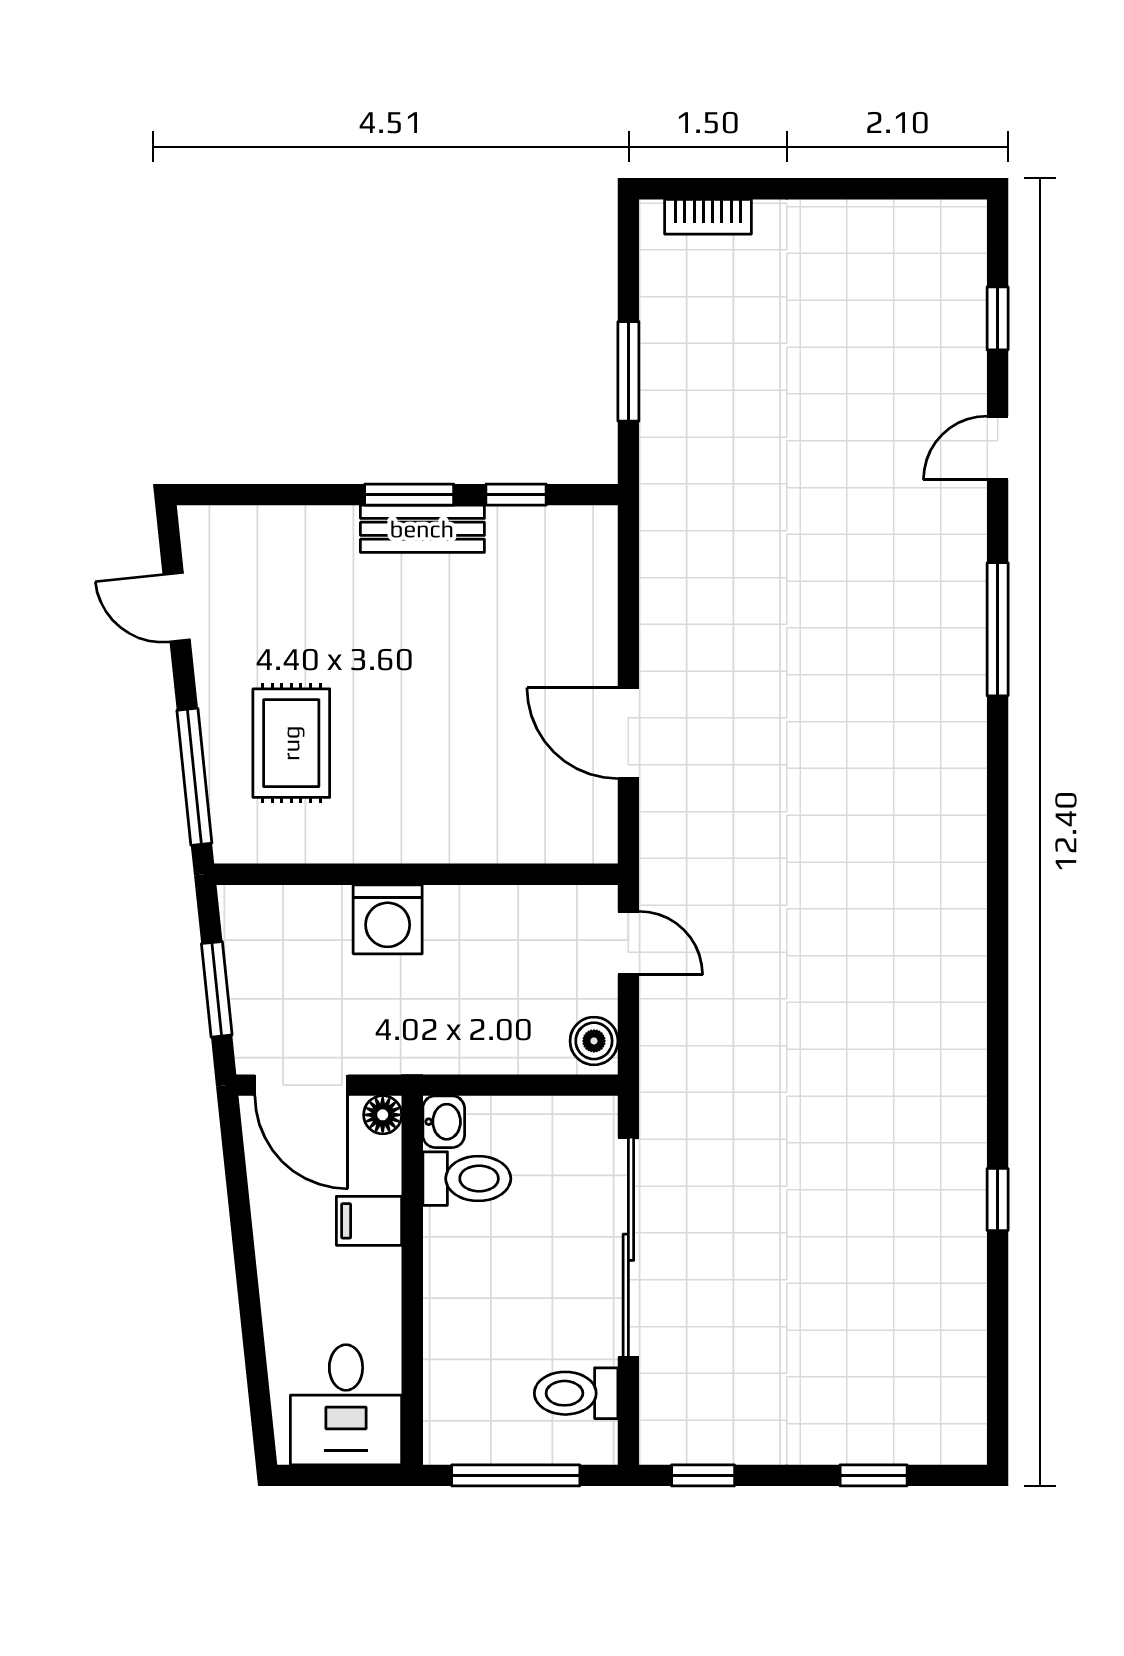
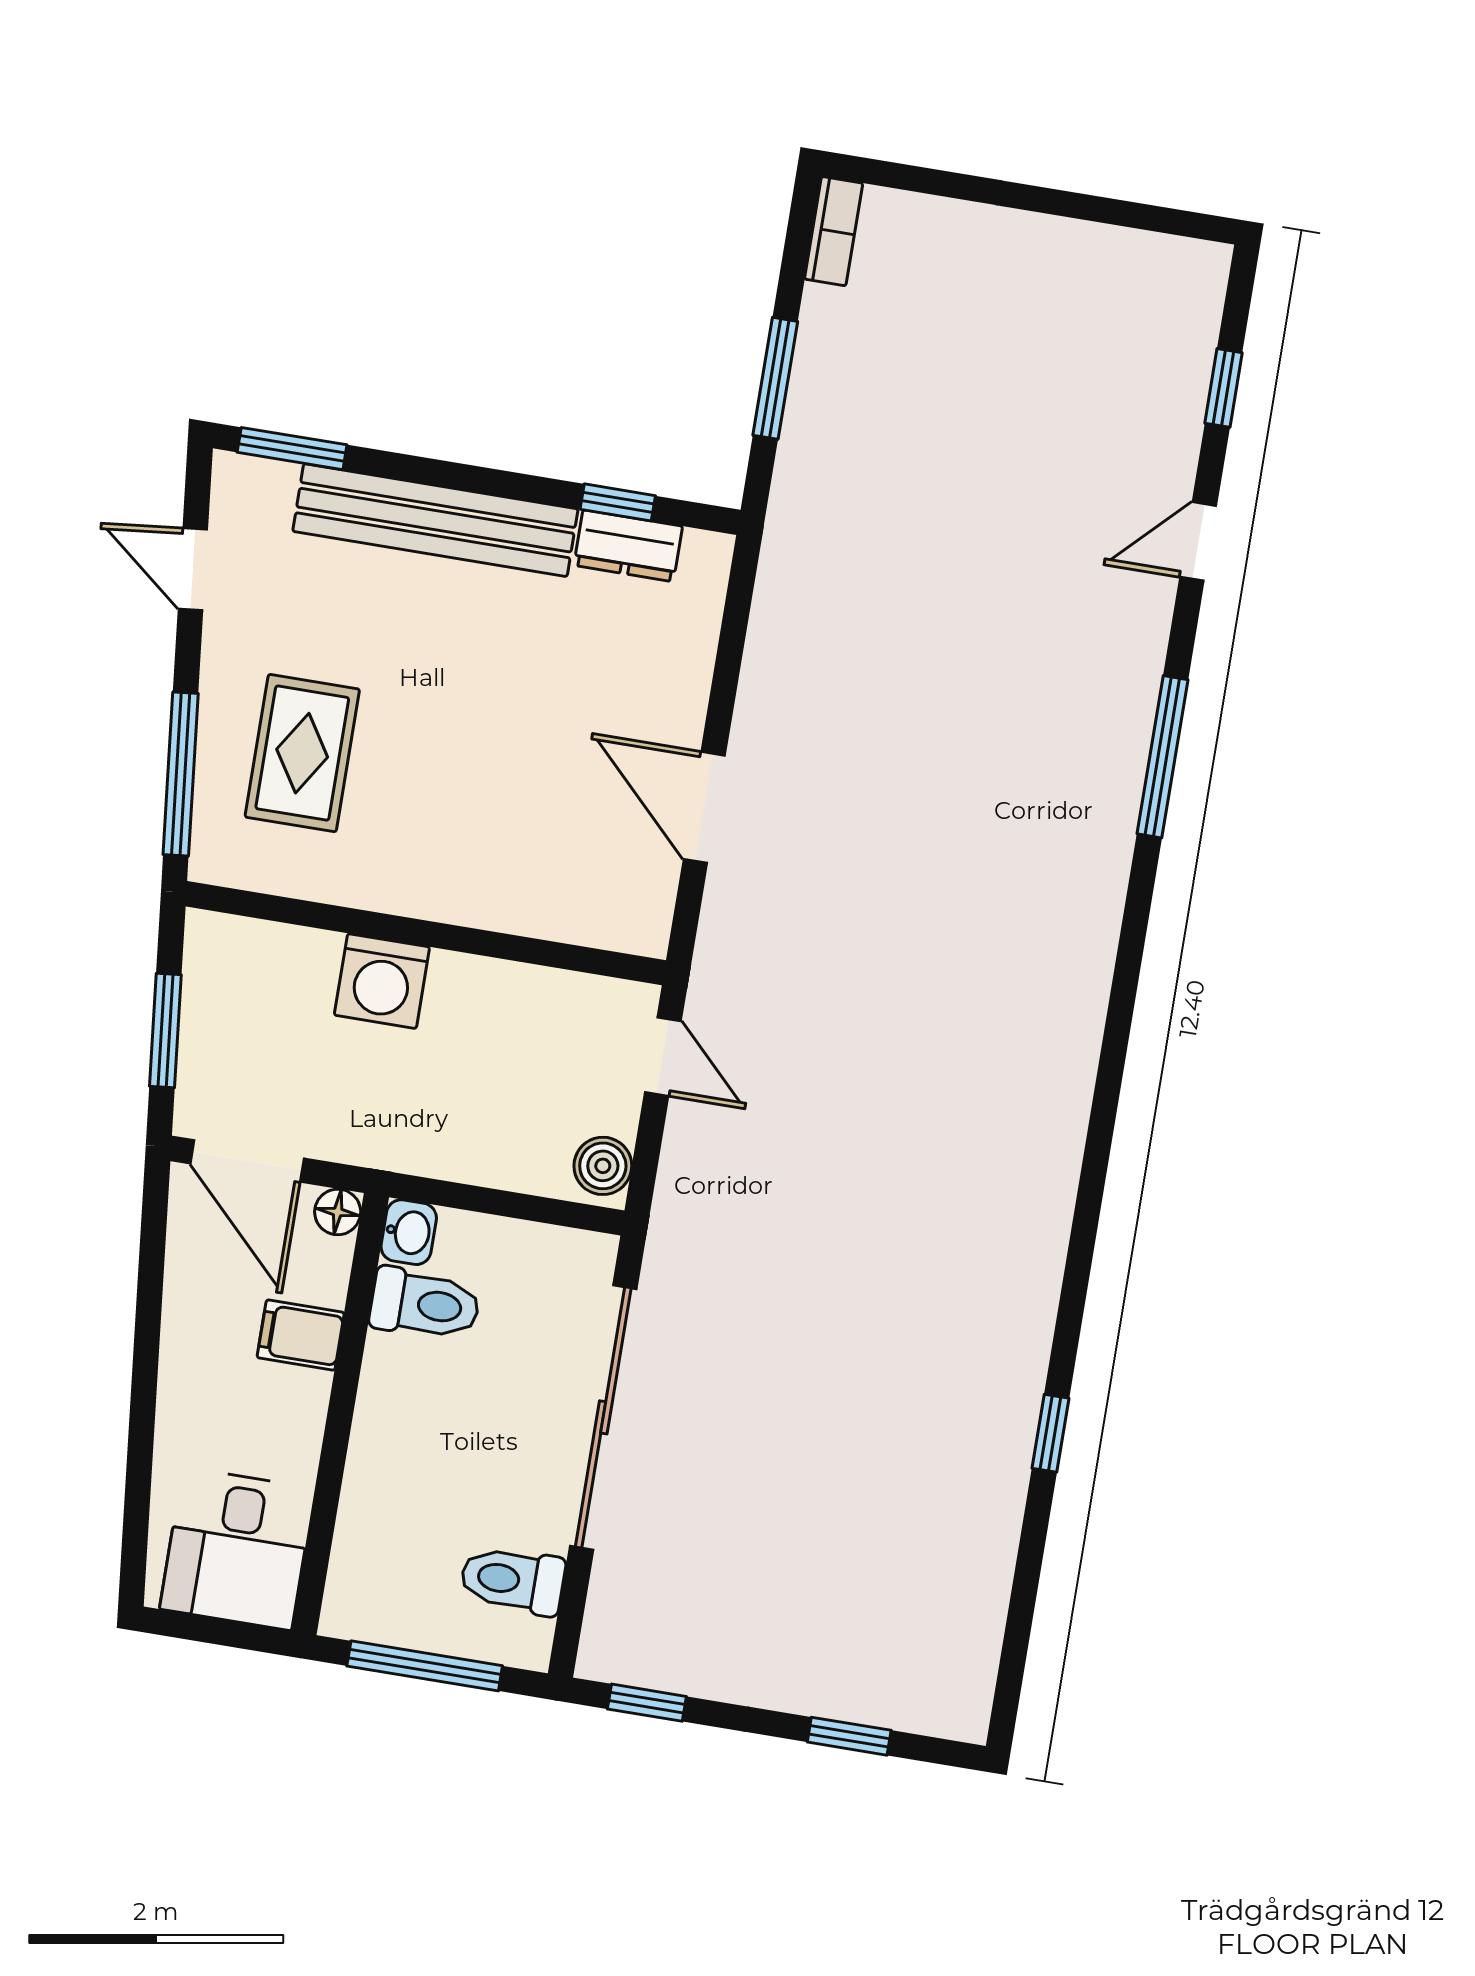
bookcase: (708, 217) -> (834, 231), moved, turned -90
window: (409, 495) -> (292, 449), moved
bench: (422, 529) -> (435, 520), width x1.86, depth x1.21
dresser: (531, 529) -> (628, 546), added

